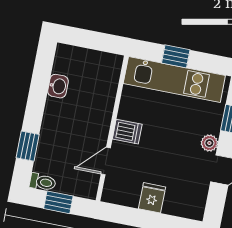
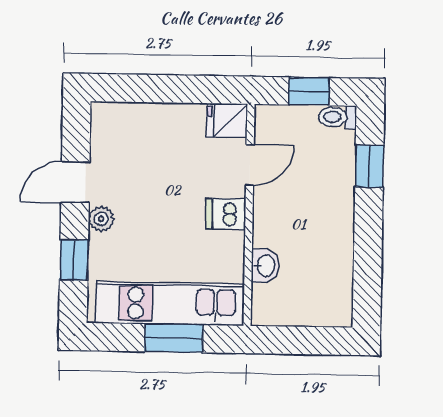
window: (176, 56) -> (174, 338), width x1.50
washbasin: (58, 86) -> (265, 266), moved, turned 180
fridge: (152, 198) -> (227, 120), moved, turned 90

